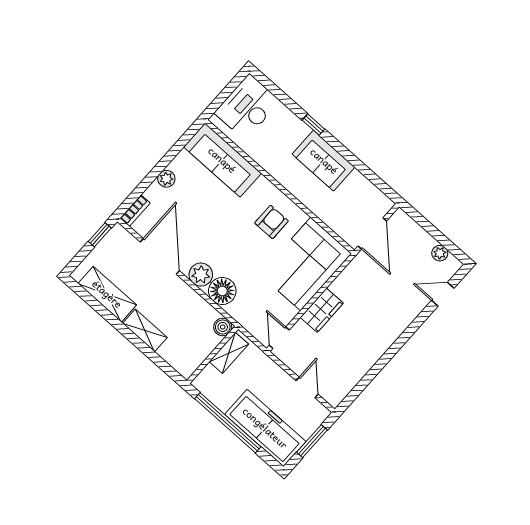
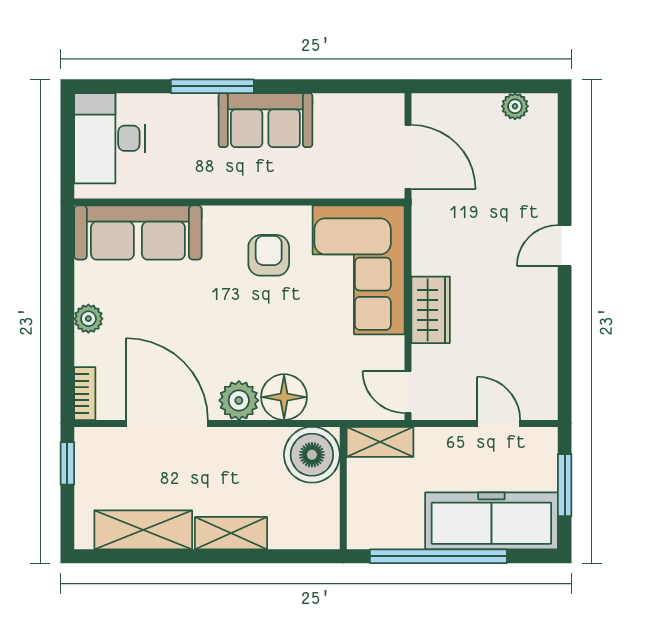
window: (313, 125) -> (212, 86), width x2.17
door: (443, 294) -> (565, 246), moved
boiler: (223, 327) -> (312, 455), width x1.86, depth x1.86
shelving: (229, 353) -> (380, 442), moved, turned 90

